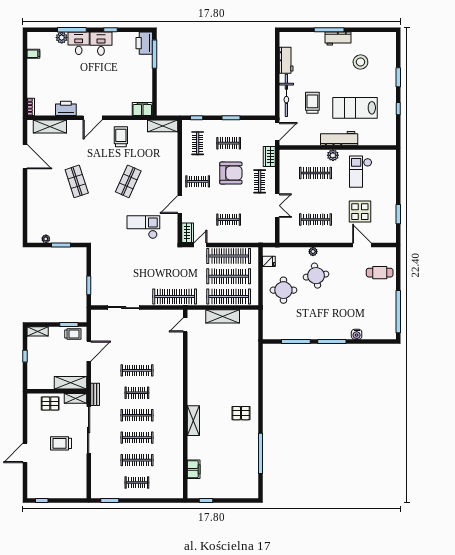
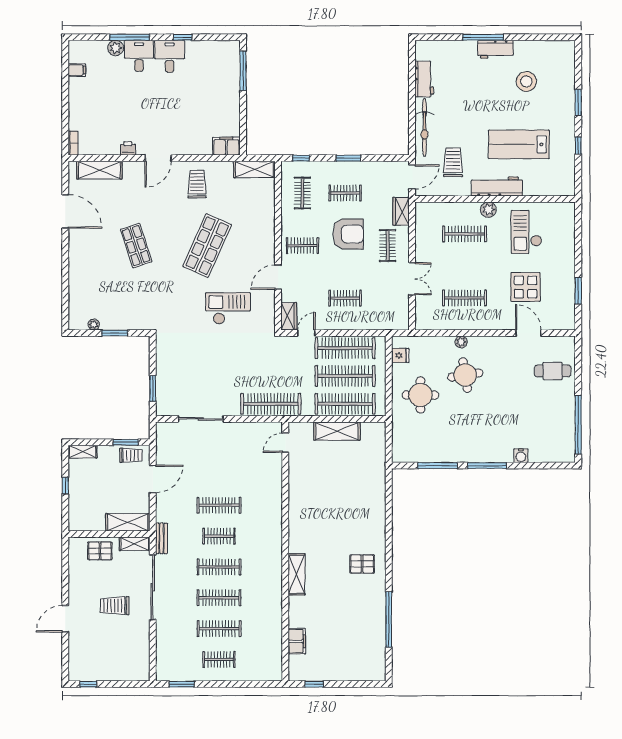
printer: (144, 43) -> (229, 56), removed
trolley: (312, 103) -> (453, 162), moved
printer: (66, 108) -> (128, 148), width x0.53, depth x0.68
shop shelf: (128, 181) -> (207, 246), width x1.43, depth x1.36

